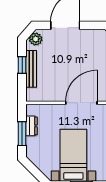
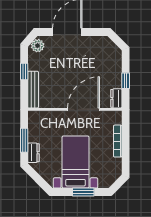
bench: (31, 69) -> (33, 90), moved
dresser: (31, 126) -> (33, 153), moved

